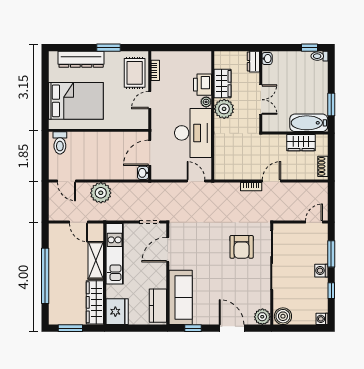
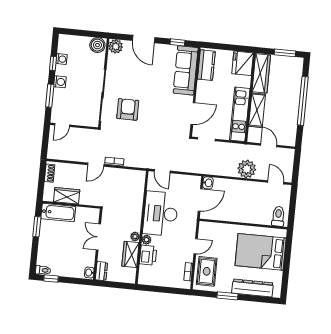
plant: (224, 109) -> (135, 236), width x0.53, depth x0.53
washing machine: (322, 319) -> (62, 59), moved

